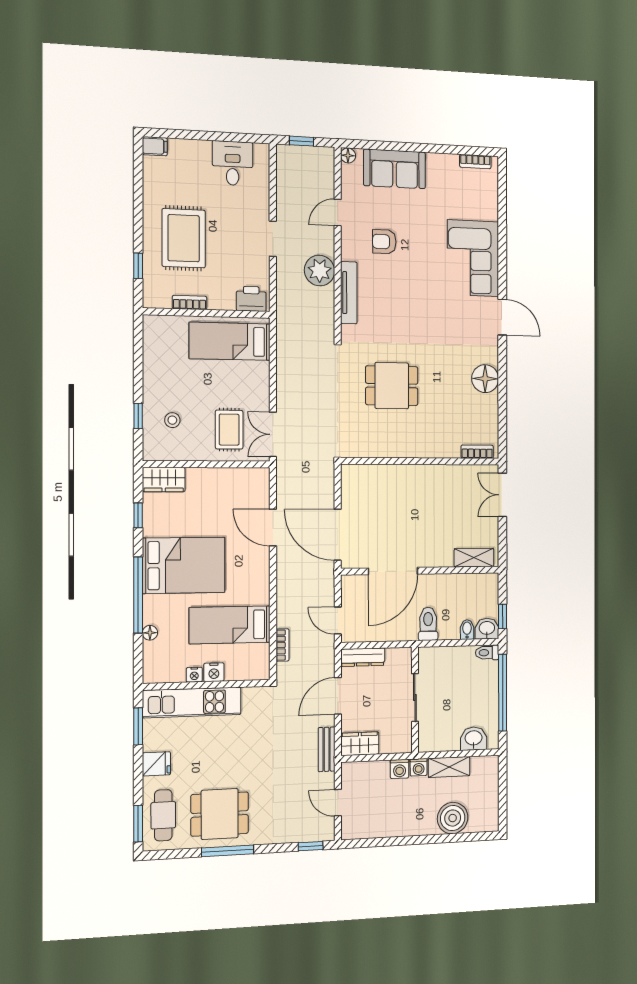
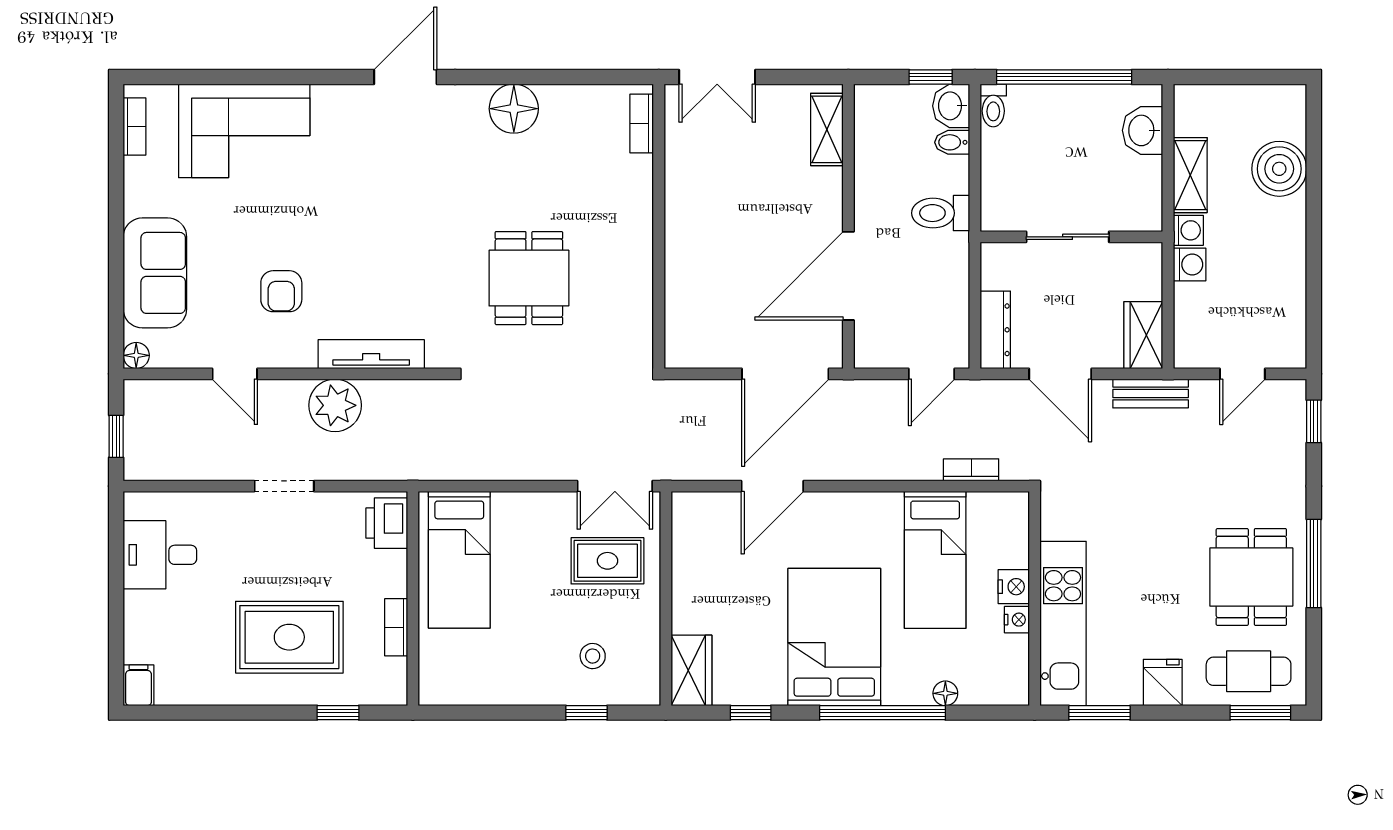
corner sofa: (473, 258) -> (244, 131), moved
door: (393, 571) -> (848, 276), swing flipped

